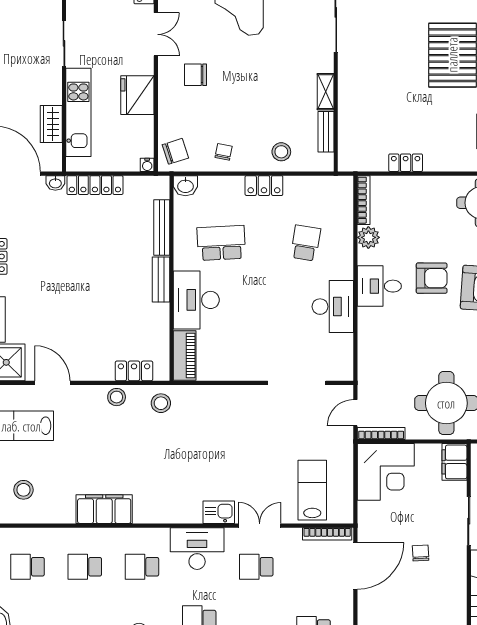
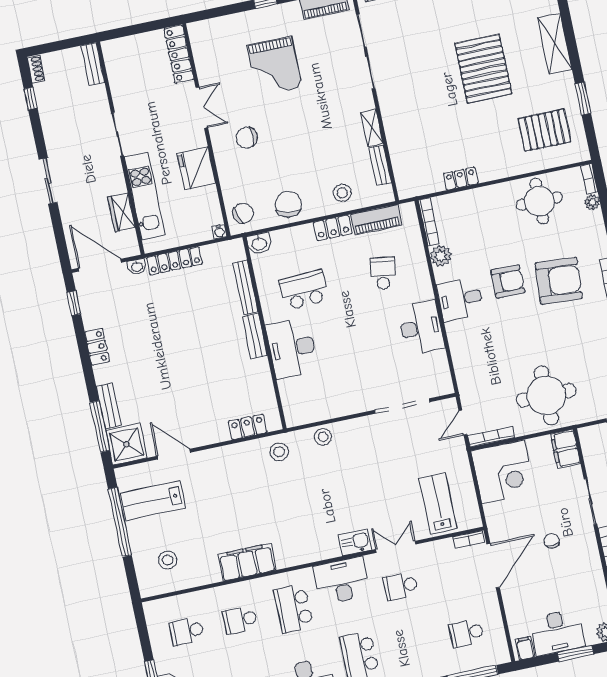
chair: (224, 152) -> (288, 204), width x1.87, depth x1.87
piano: (185, 355) -> (376, 220), moved, turned 90
stool: (117, 397) -> (323, 437), moved
bookcase: (327, 534) -> (469, 540), width x0.64
school desk: (142, 567) -> (294, 609), width x1.85

